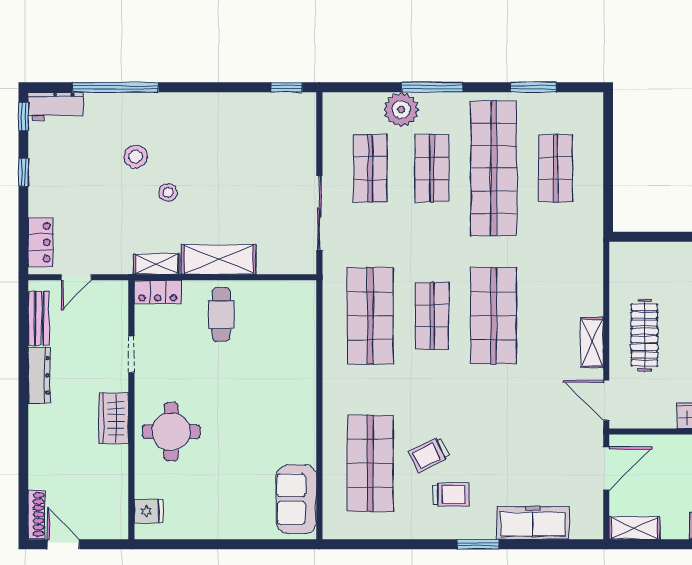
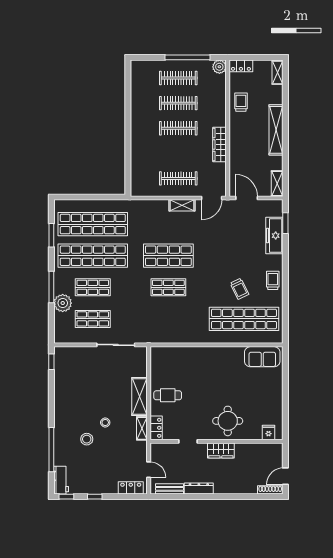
shop shelf: (555, 168) -> (93, 224), width x2.00, depth x1.36
shop shelf: (370, 316) -> (168, 319), removed
shop shelf: (370, 463) -> (244, 319), width x1.40
trolley: (451, 495) -> (273, 280), moved
window: (478, 544) -> (285, 223), moved

